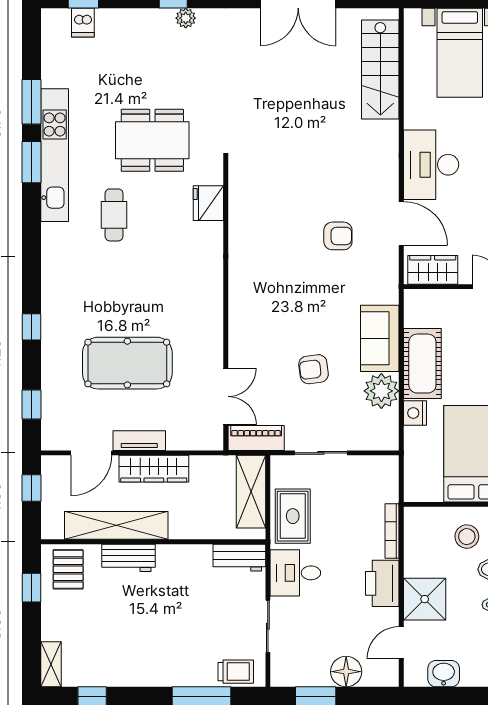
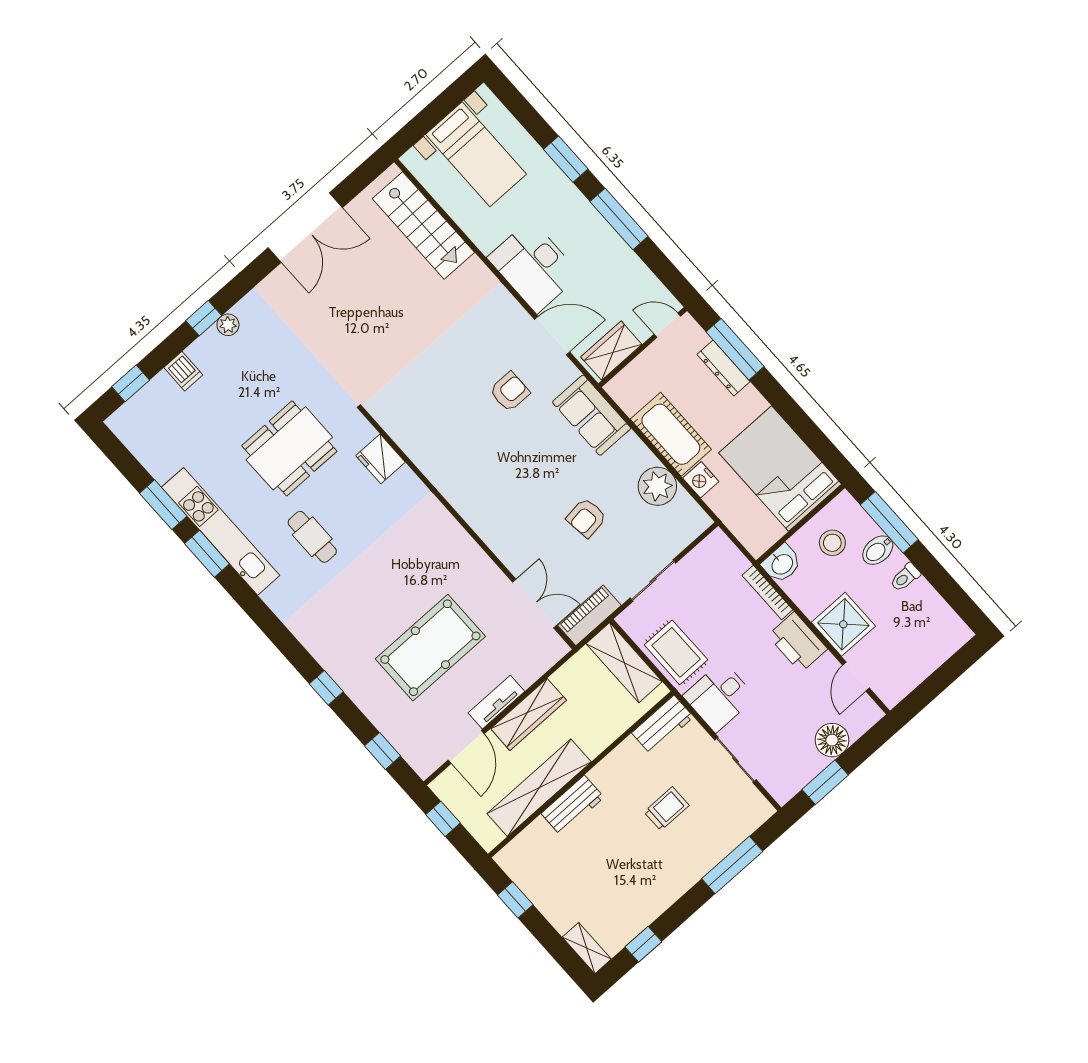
dishwasher: (83, 23) -> (183, 371), moved
sofa: (380, 338) -> (592, 415), moved
pallet: (68, 569) -> (532, 858), removed
trolley: (236, 672) -> (667, 809), moved
washbasin: (444, 674) -> (782, 564), moved, turned 180

